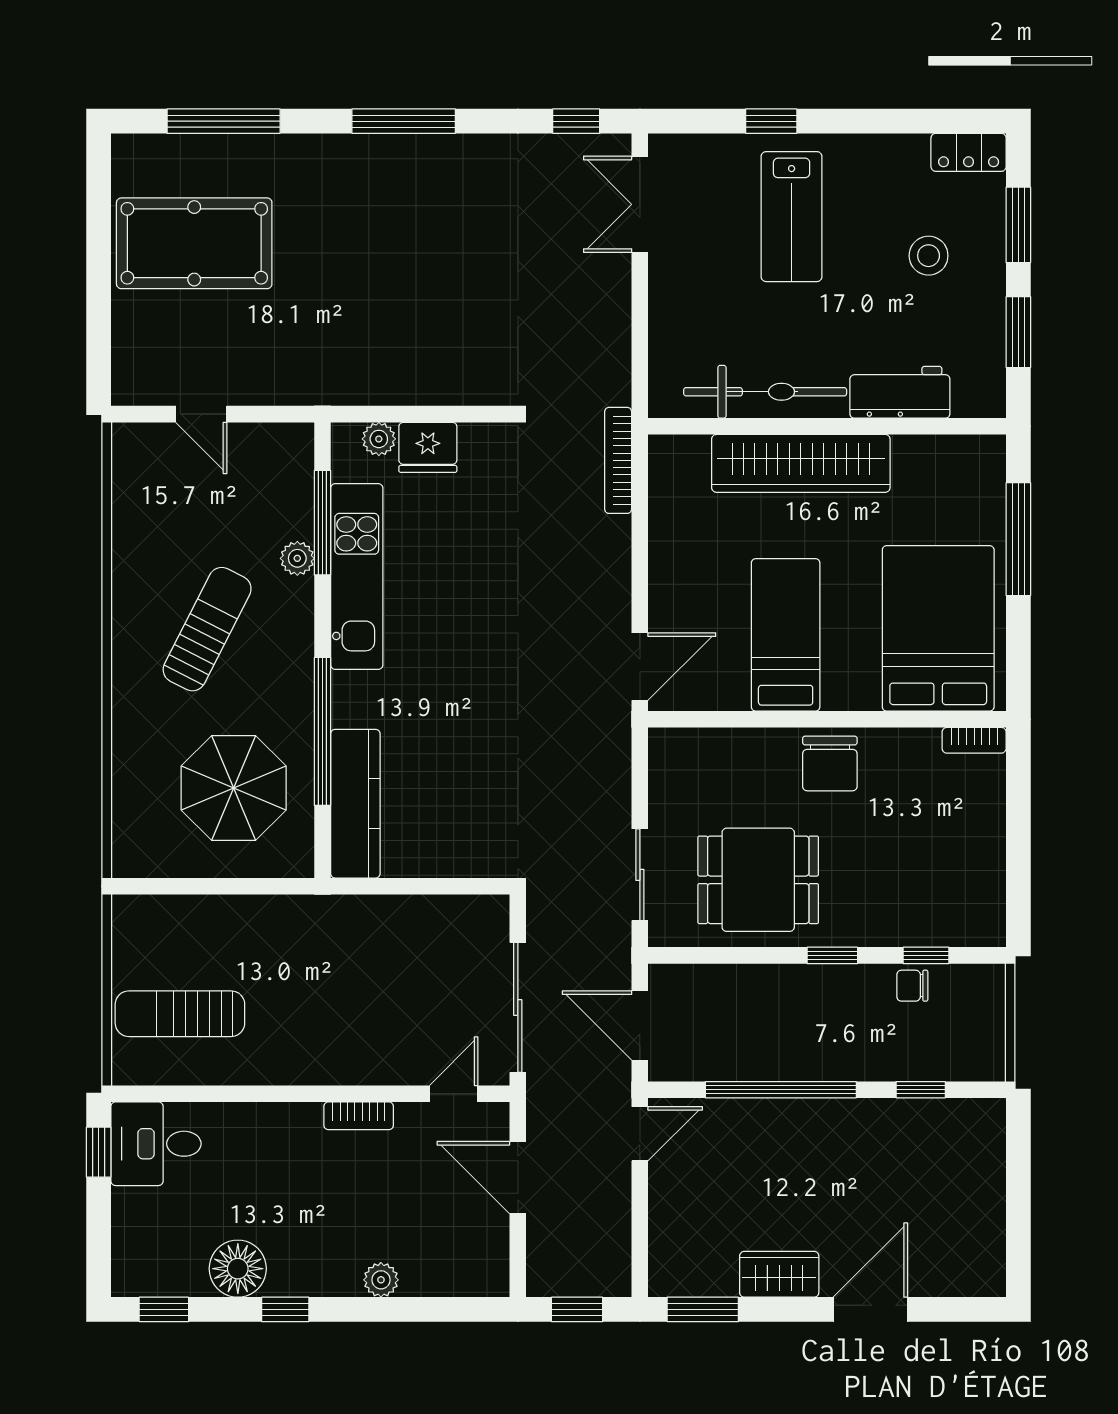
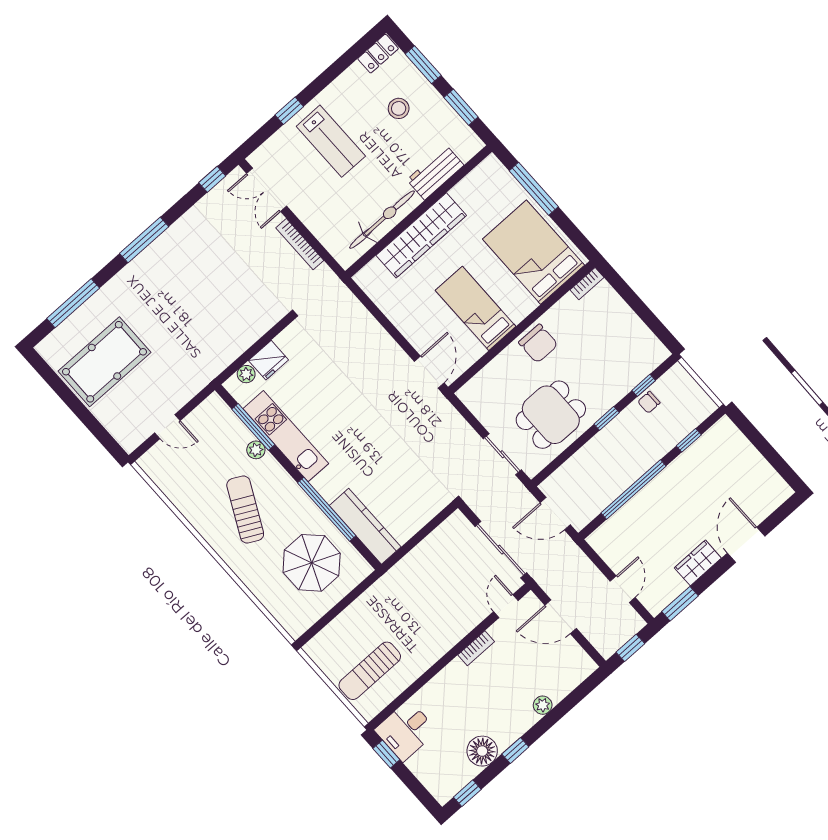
bookcase: (618, 460) -> (300, 244), moved
door: (640, 1134) -> (623, 589), moved

